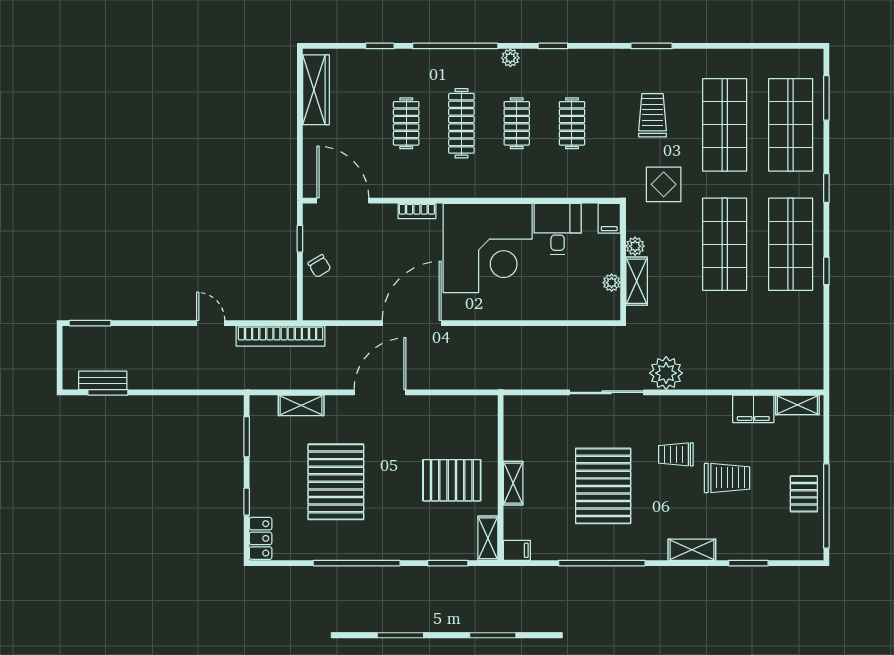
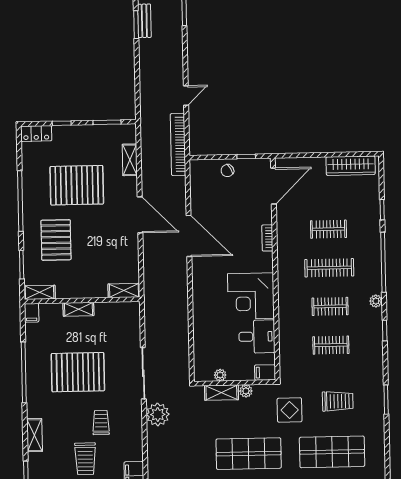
corner desk: (488, 248) -> (251, 296), width x0.74, depth x0.74
shelving: (488, 418) -> (124, 291), added
pallet: (452, 480) -> (56, 240), moved

